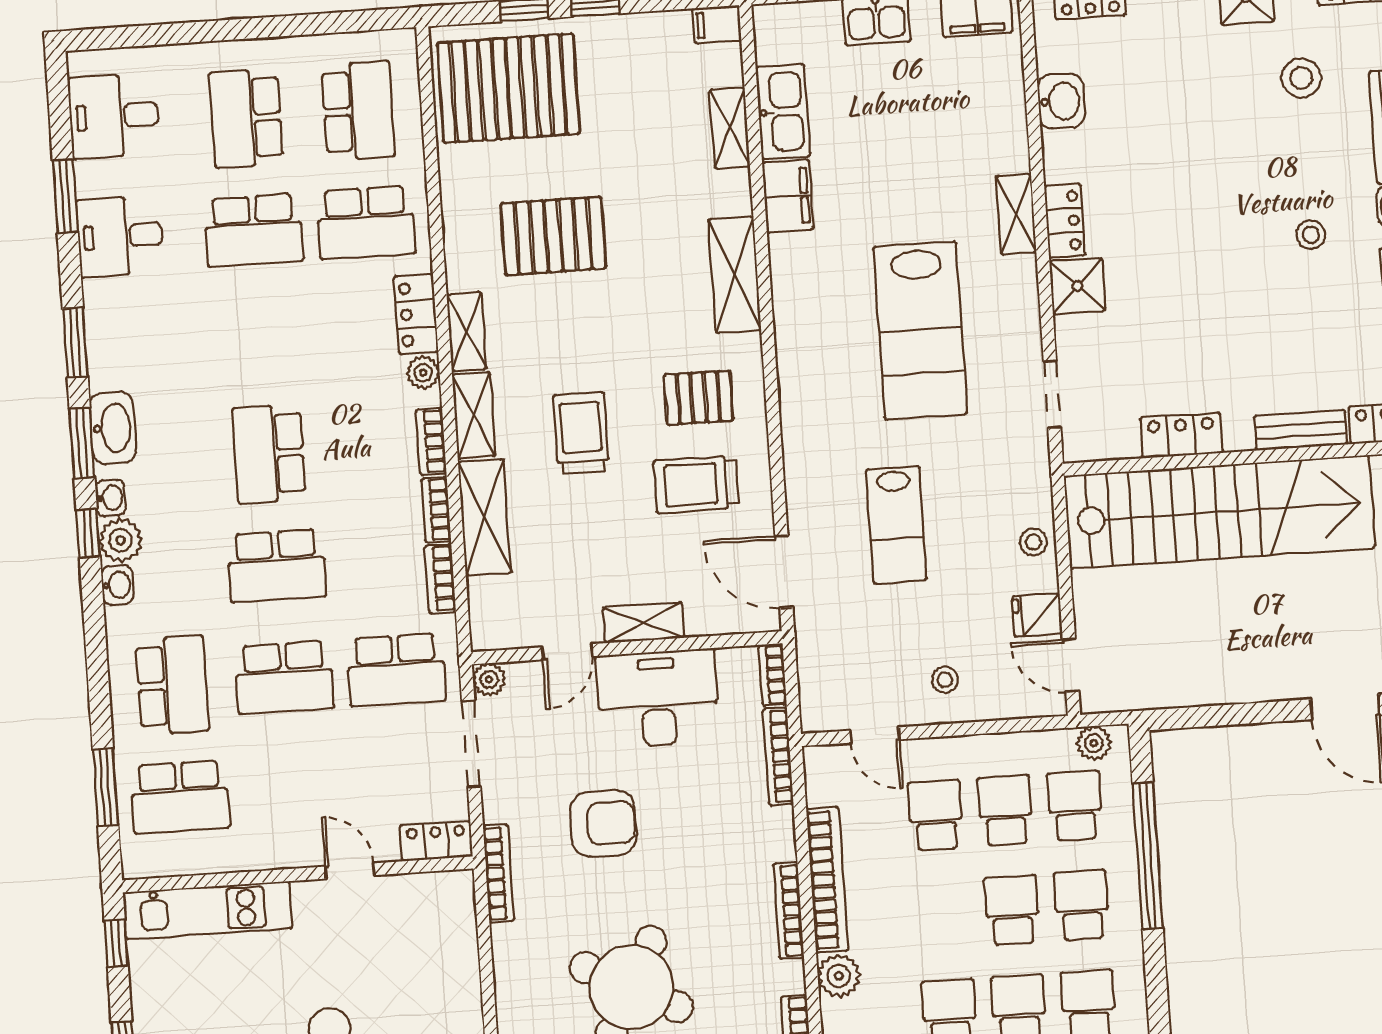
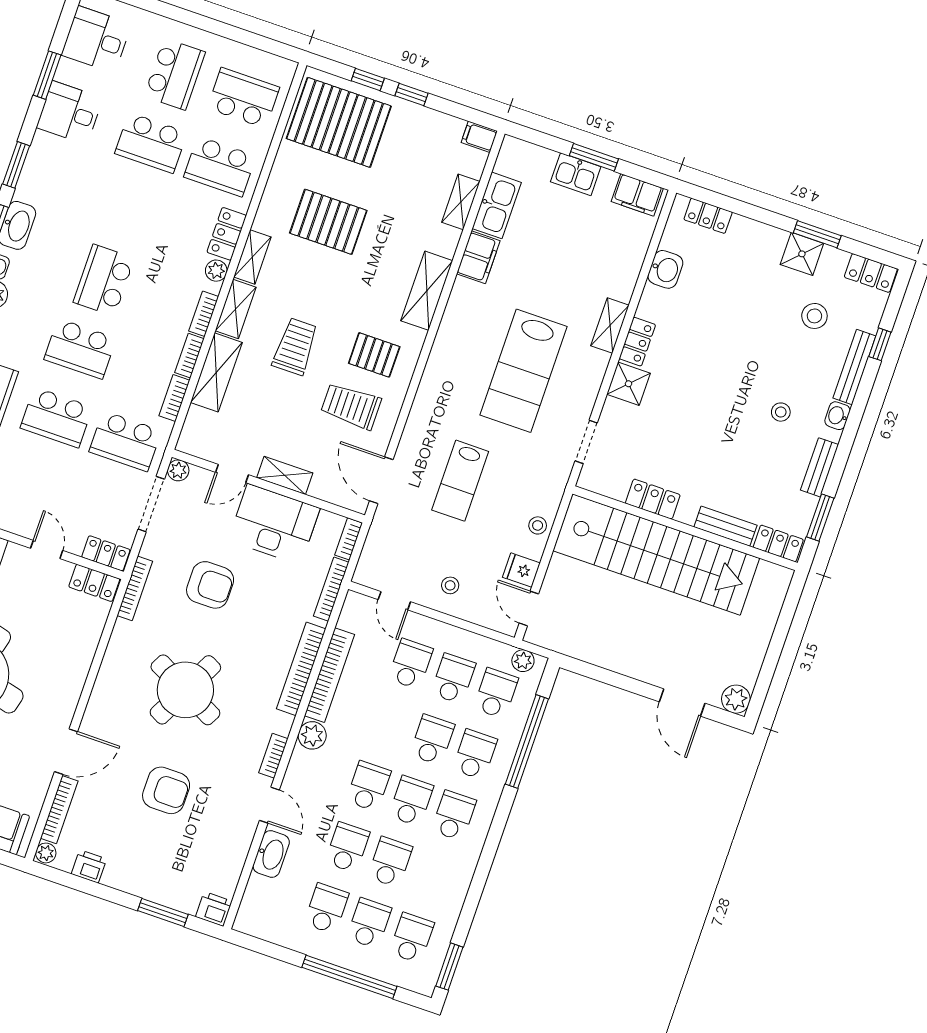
school desk: (358, 111) -> (243, 98), turned -90
school desk: (246, 118) -> (175, 74), turned 180
locker: (437, 890) -> (94, 583), added
bookcase: (789, 911) -> (301, 669), width x1.48, depth x1.31

